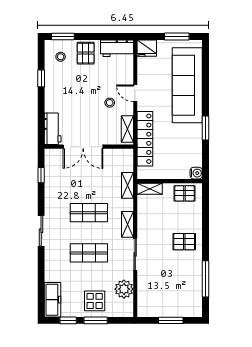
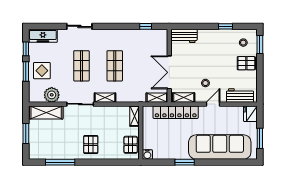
workbench: (117, 48) -> (240, 96), moved, turned 90
double door: (83, 147) -> (169, 72), moved
shelving: (127, 185) -> (157, 98), moved
sliding door: (41, 231) -> (79, 26), moved
shelving: (145, 296) -> (46, 112), added

